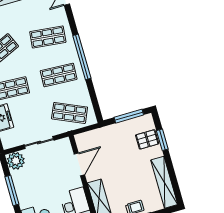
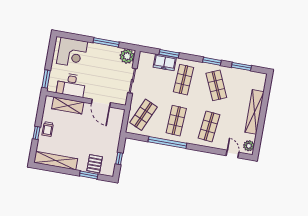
window: (82, 57) -> (167, 142), moved
window: (129, 116) -> (119, 158), width x0.46

